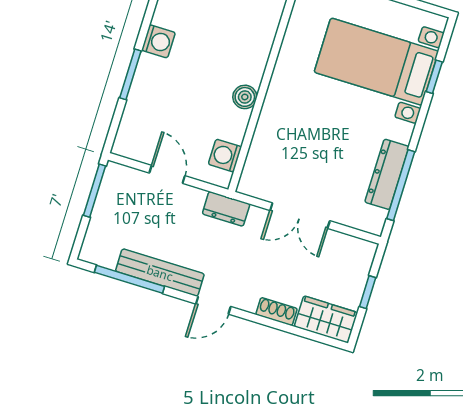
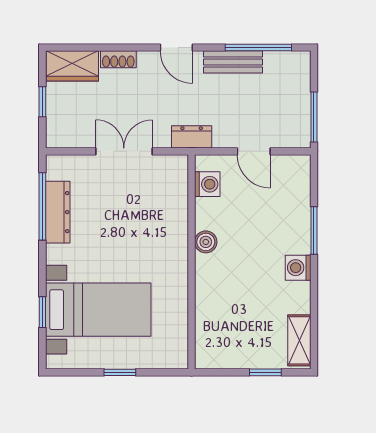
bench: (160, 273) -> (233, 62), width x0.73
door: (213, 305) -> (176, 48), swing flipped

